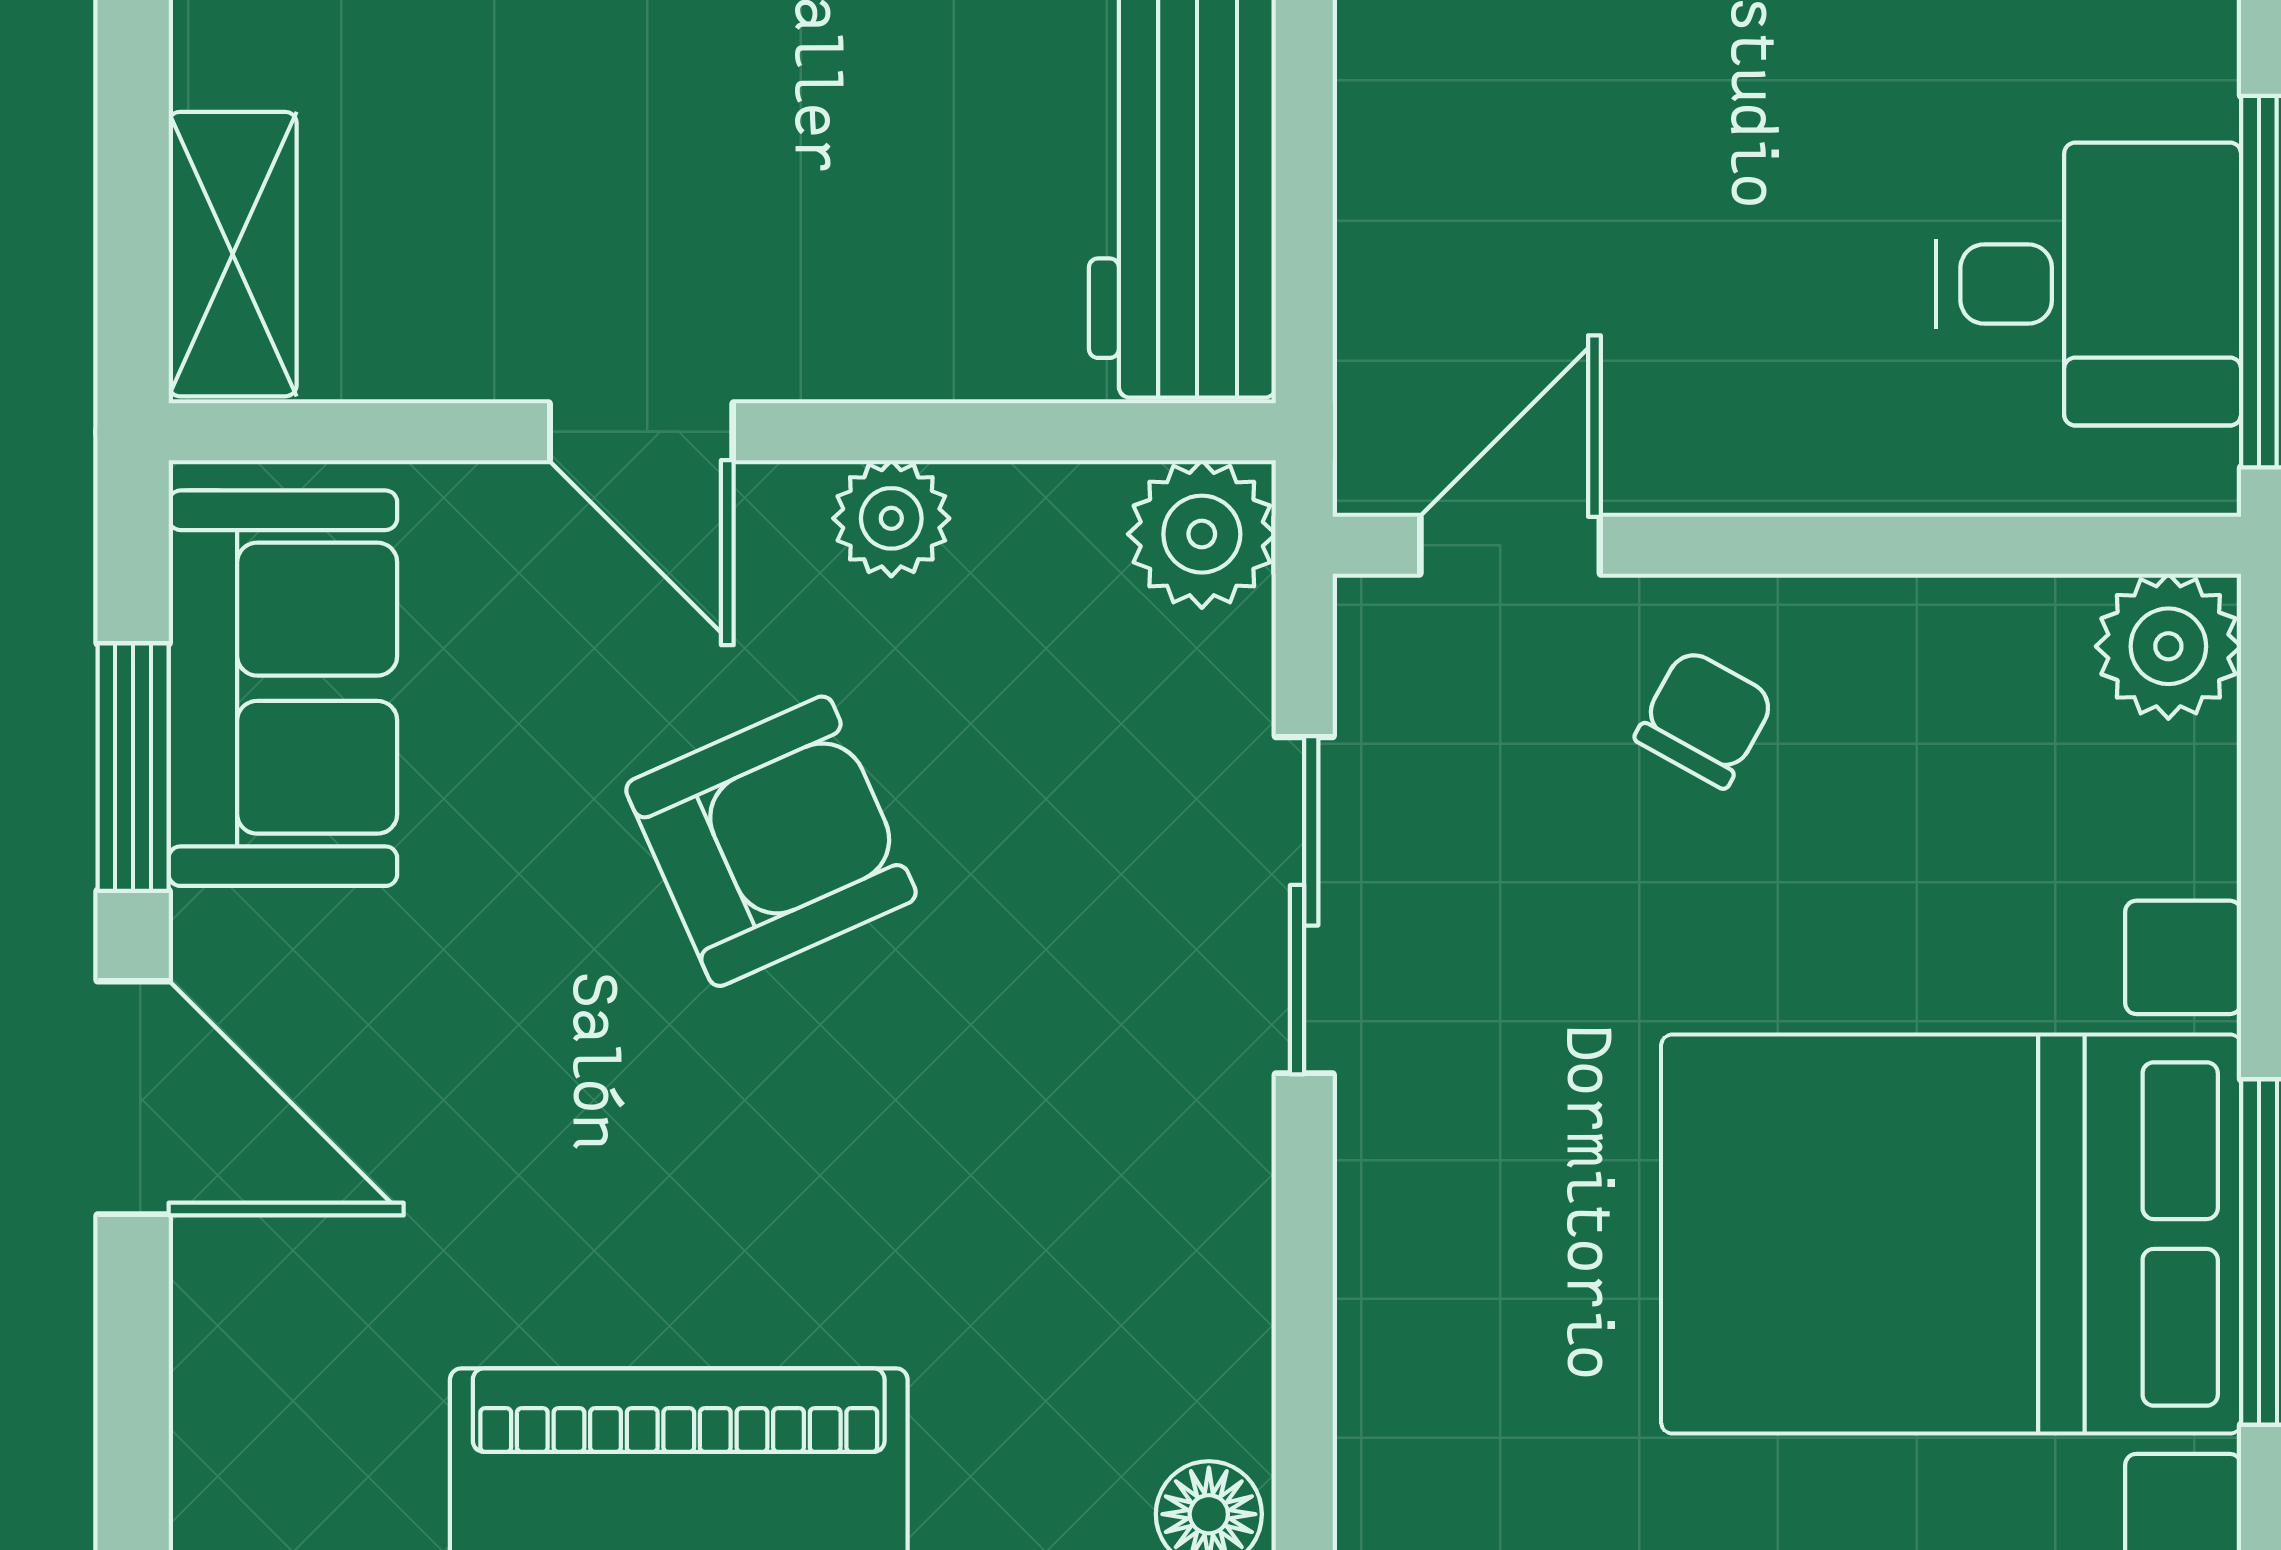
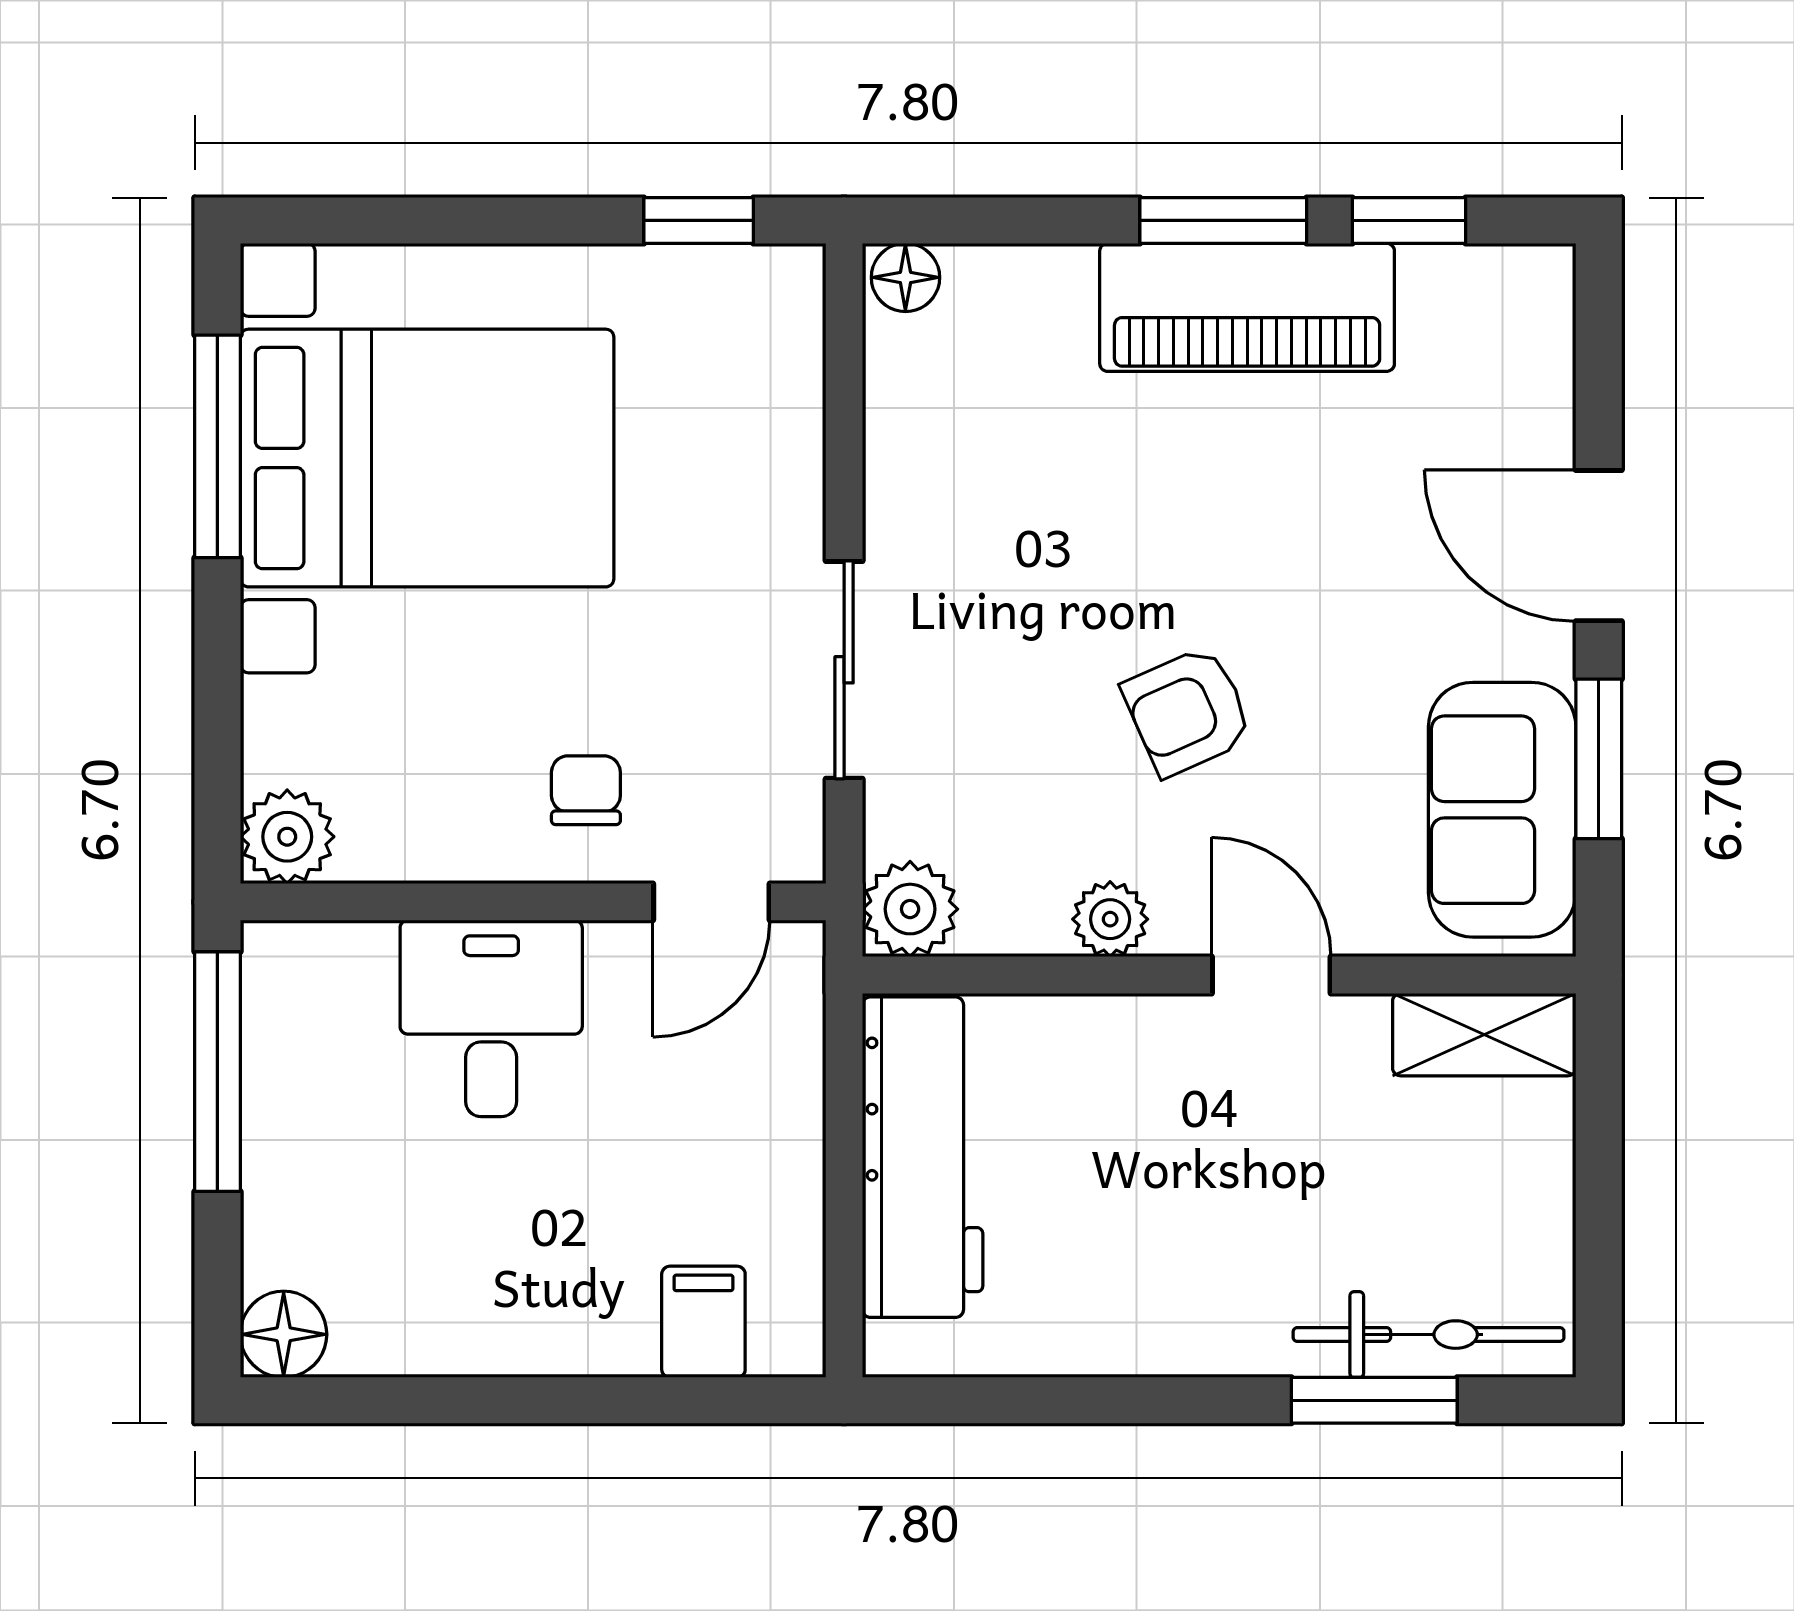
shelving: (233, 254) -> (1484, 1035), moved, turned 90
desk: (2089, 284) -> (491, 1018), moved, turned 90
chair: (1705, 718) -> (586, 790), turned 151
armchair: (771, 841) -> (1188, 711), width x0.72, depth x0.72

